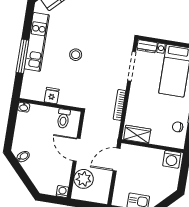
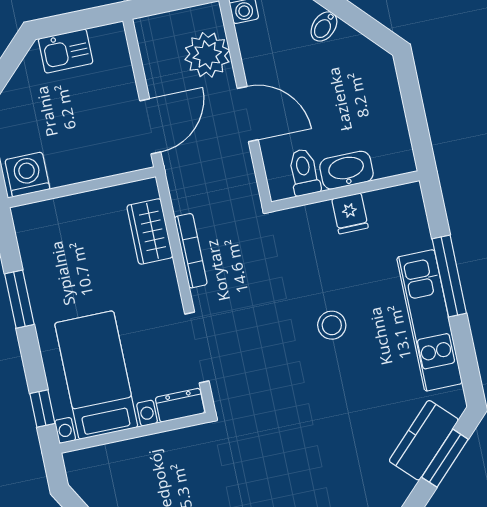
washbasin: (24, 107) -> (347, 170), moved, width x1.91, depth x1.45
chair: (178, 127) -> (42, 252), removed
wardrobe: (137, 134) -> (150, 231), moved, turned 90
bidet: (23, 157) -> (324, 26), moved

